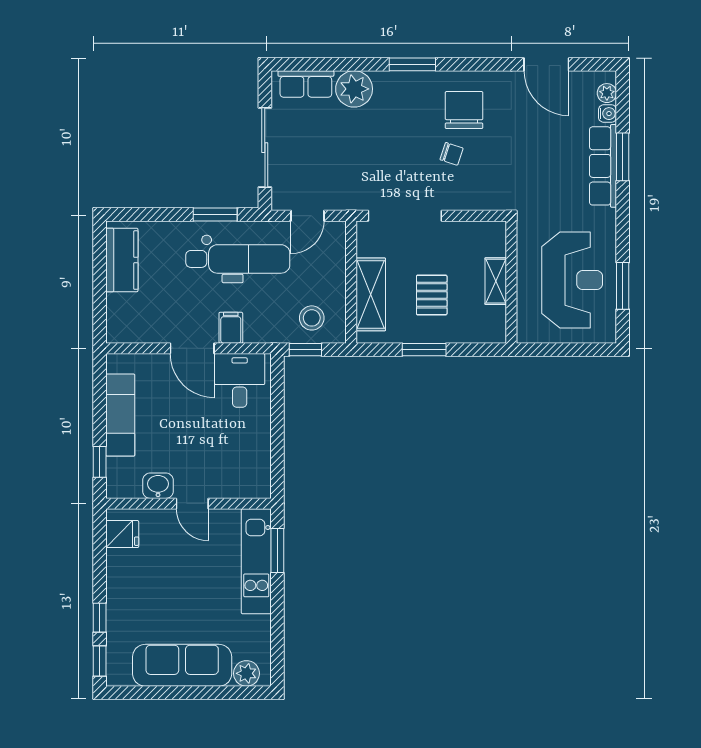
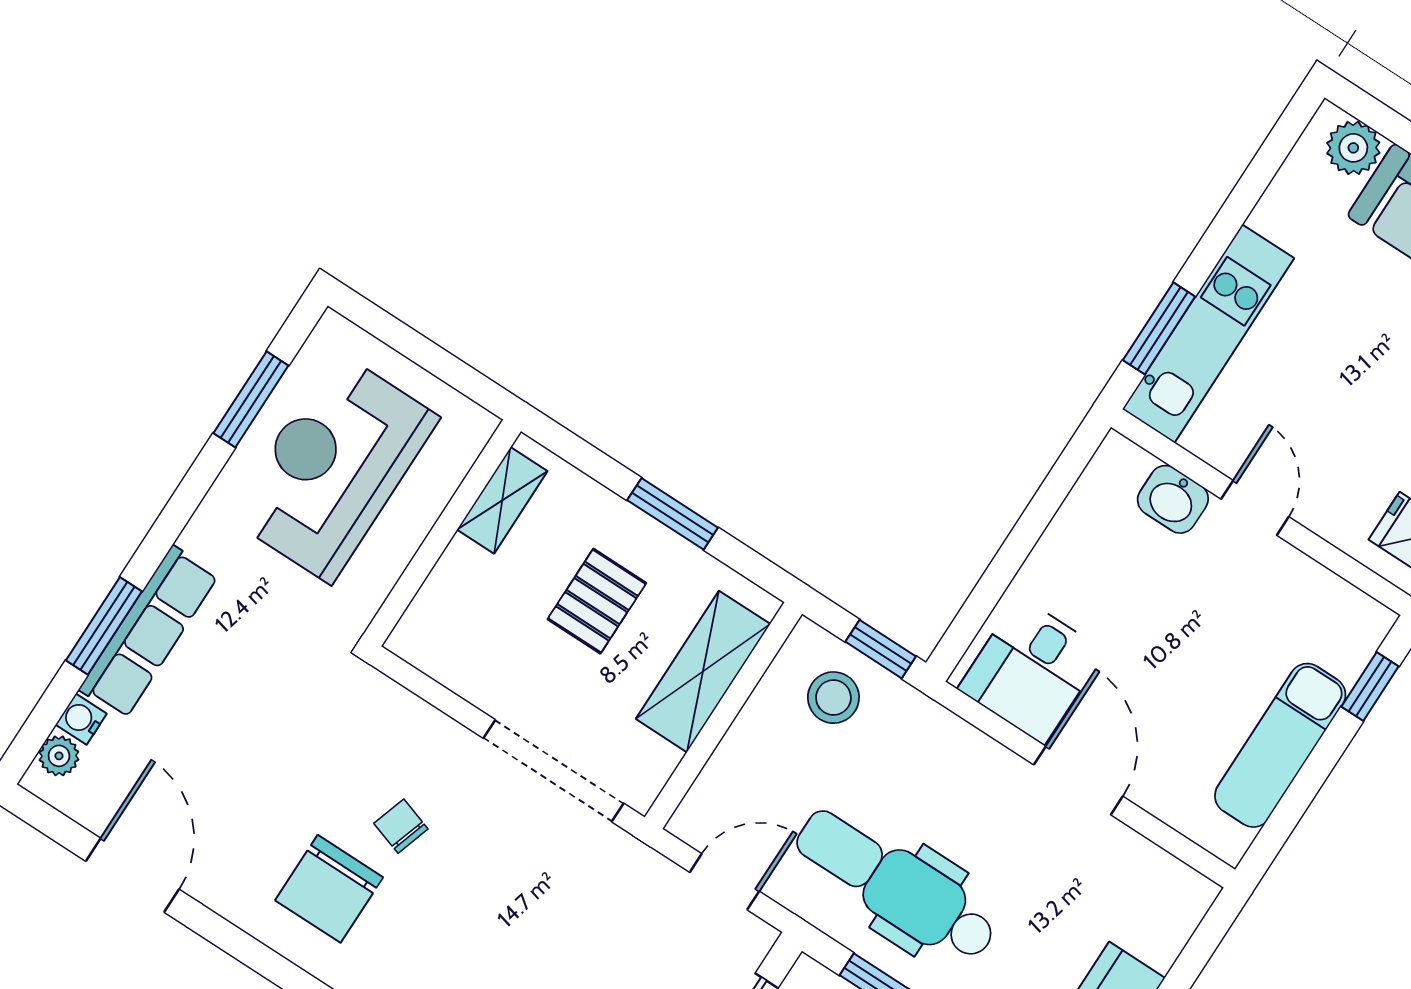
shelving: (496, 281) -> (502, 500), moved
filing cabinet: (231, 328) -> (987, 773), removed
washbasin: (158, 486) -> (1173, 499), moved

